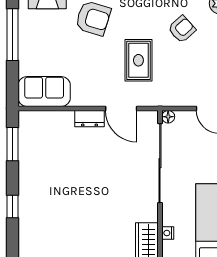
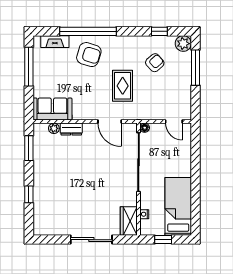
plant: (46, 118) -> (54, 128), added
dresser: (89, 119) -> (71, 129), moved

